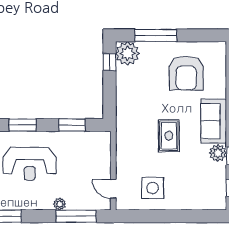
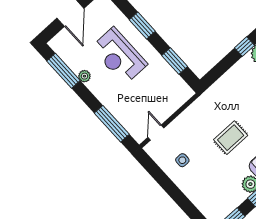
side table: (153, 188) -> (182, 160), width x0.54, depth x0.54
plant: (60, 204) -> (84, 76), moved

